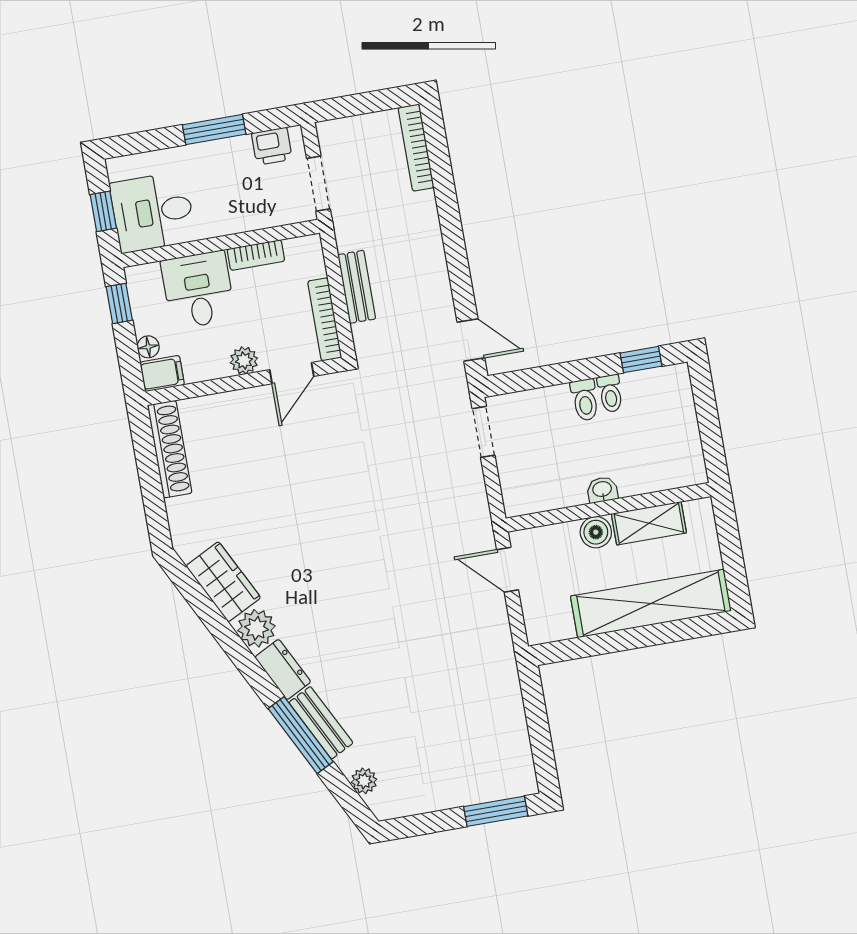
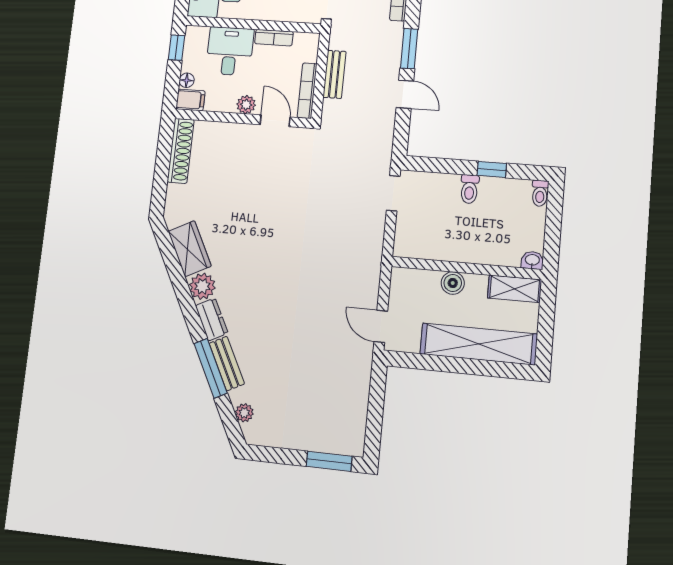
window: (451, 225) -> (409, 49), added
door: (471, 340) -> (405, 94), moved
window: (641, 360) -> (492, 169), moved
door: (292, 373) -> (275, 121), swing flipped
toilet: (610, 393) -> (540, 193), moved
washbasin: (602, 490) -> (532, 260), moved
shelving: (649, 523) -> (515, 289), moved
door: (508, 570) -> (381, 326), moved

